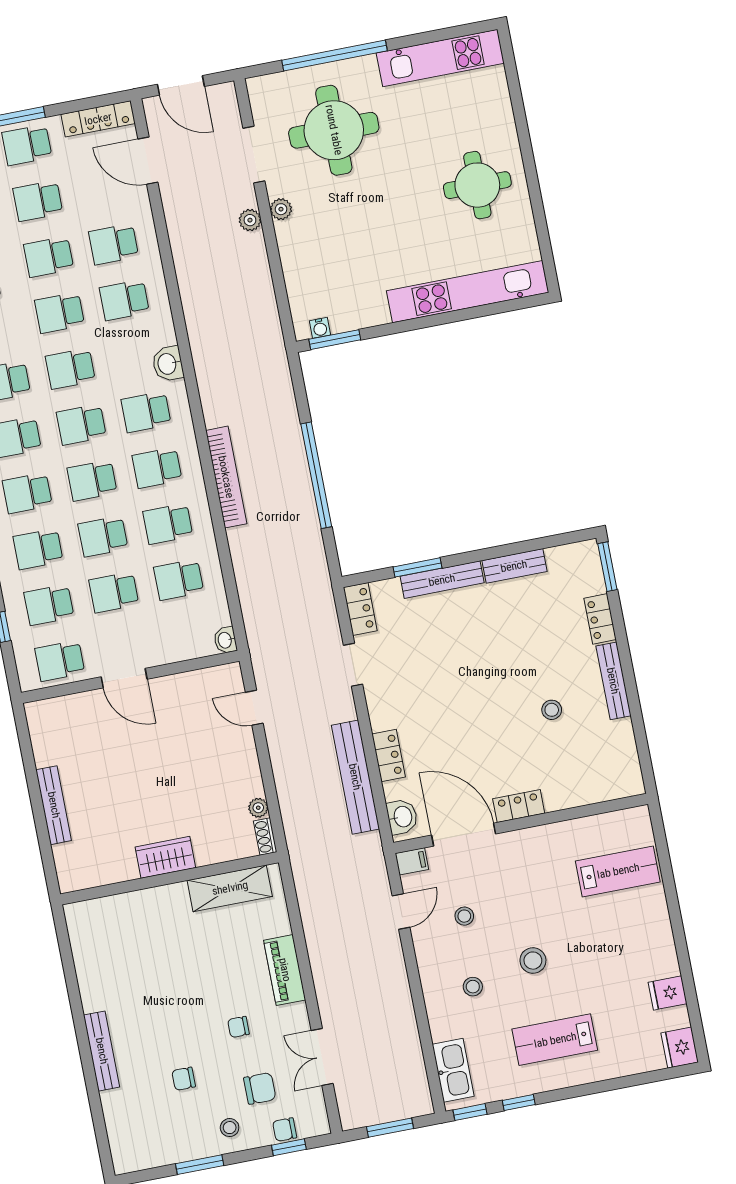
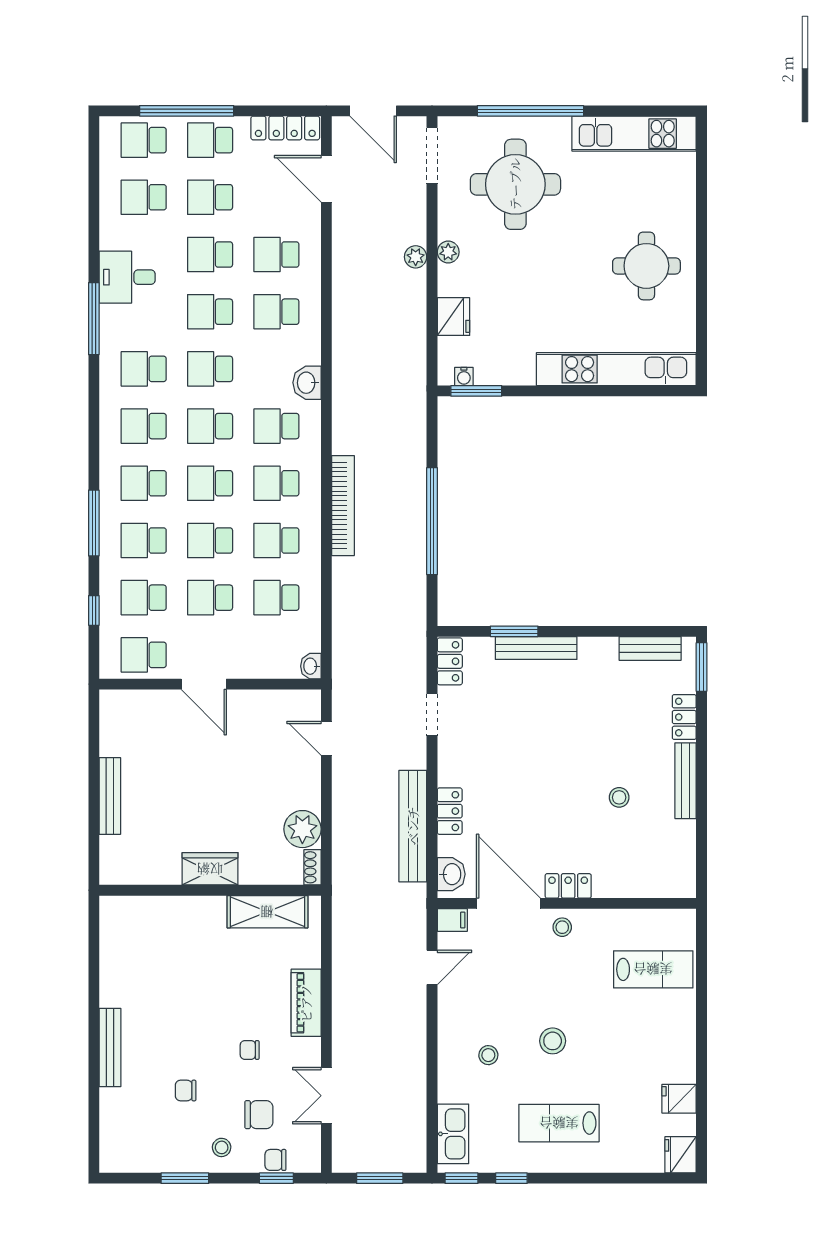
doorway: (254, 155) -> (432, 156), moved
fridge: (298, 271) -> (454, 317), added
bench: (514, 566) -> (650, 648), moved
plant: (258, 808) -> (302, 829), width x1.88, depth x1.88
stool: (464, 916) -> (562, 927), moved

